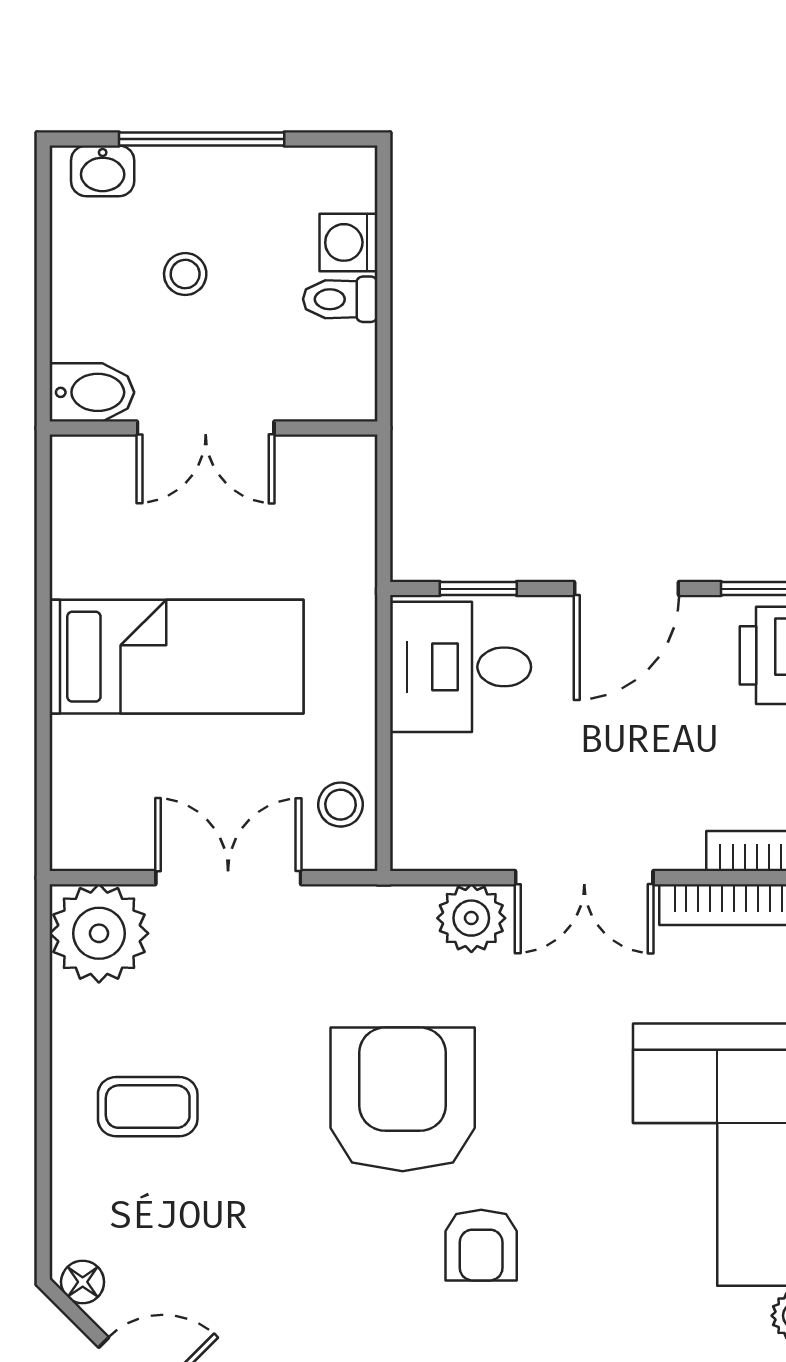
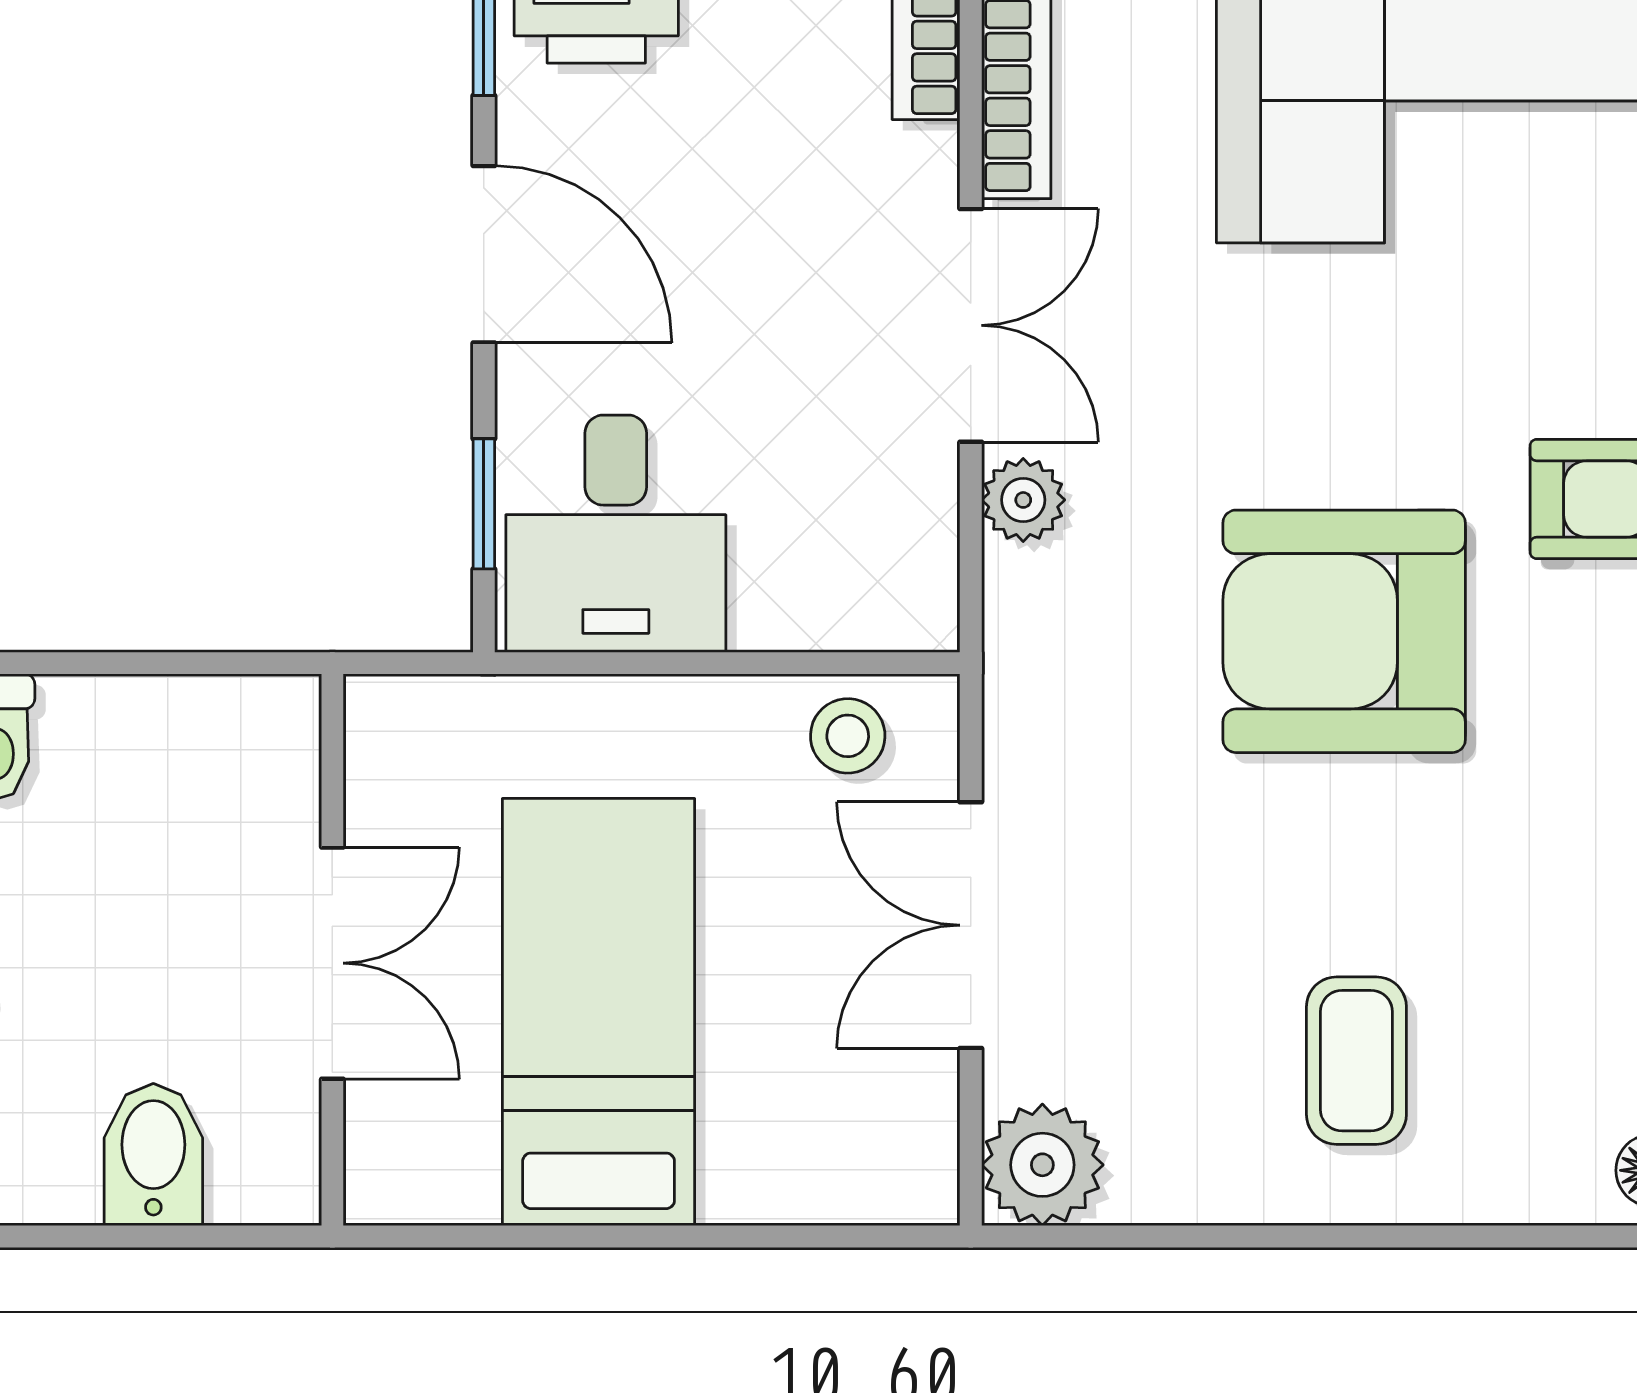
double door: (206, 428) -> (332, 963), moved
wall: (213, 428) -> (332, 950), moved
plant: (471, 918) -> (1023, 500), width x0.73, depth x0.73
plant: (99, 933) -> (1042, 1165), width x0.73, depth x0.73

